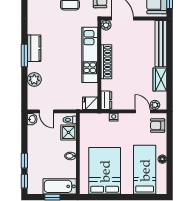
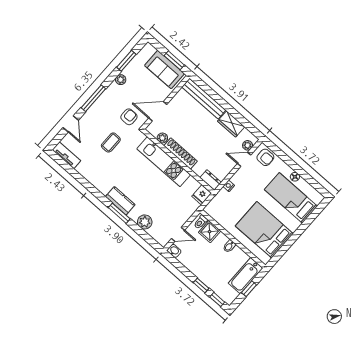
plant: (106, 25) -> (162, 138), moved
armchair: (158, 125) -> (265, 157), turned -90

